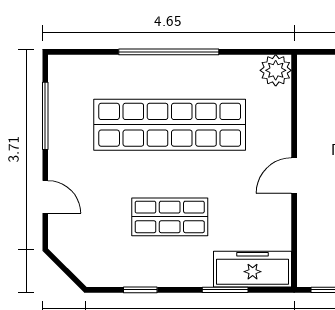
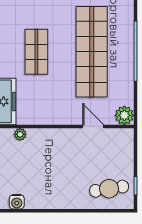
door: (294, 176) -> (93, 126), moved
plant: (307, 244) -> (20, 134), added

